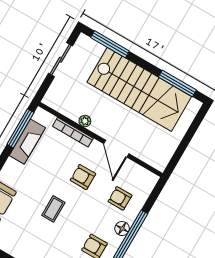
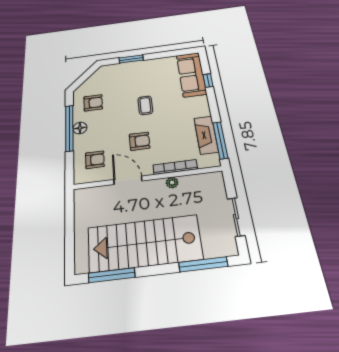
armchair: (120, 198) -> (95, 160), moved

